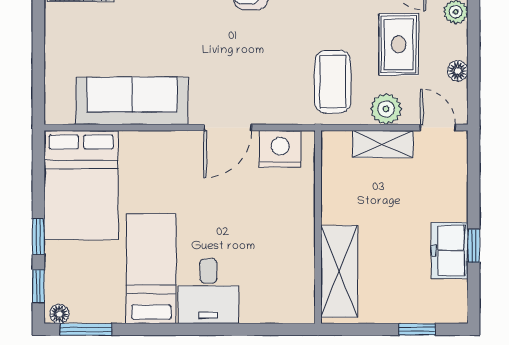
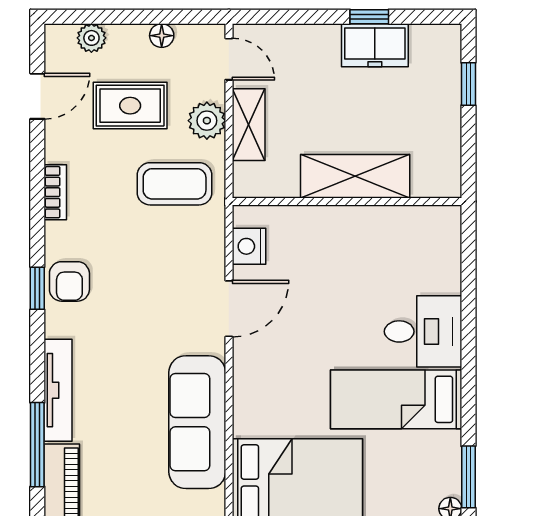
door: (228, 128) -> (229, 309), hinge flipped
door: (438, 128) -> (229, 59), swing flipped
nightstand: (280, 149) -> (249, 246), width x0.74, depth x0.75
shelving: (339, 272) -> (355, 176), moved

